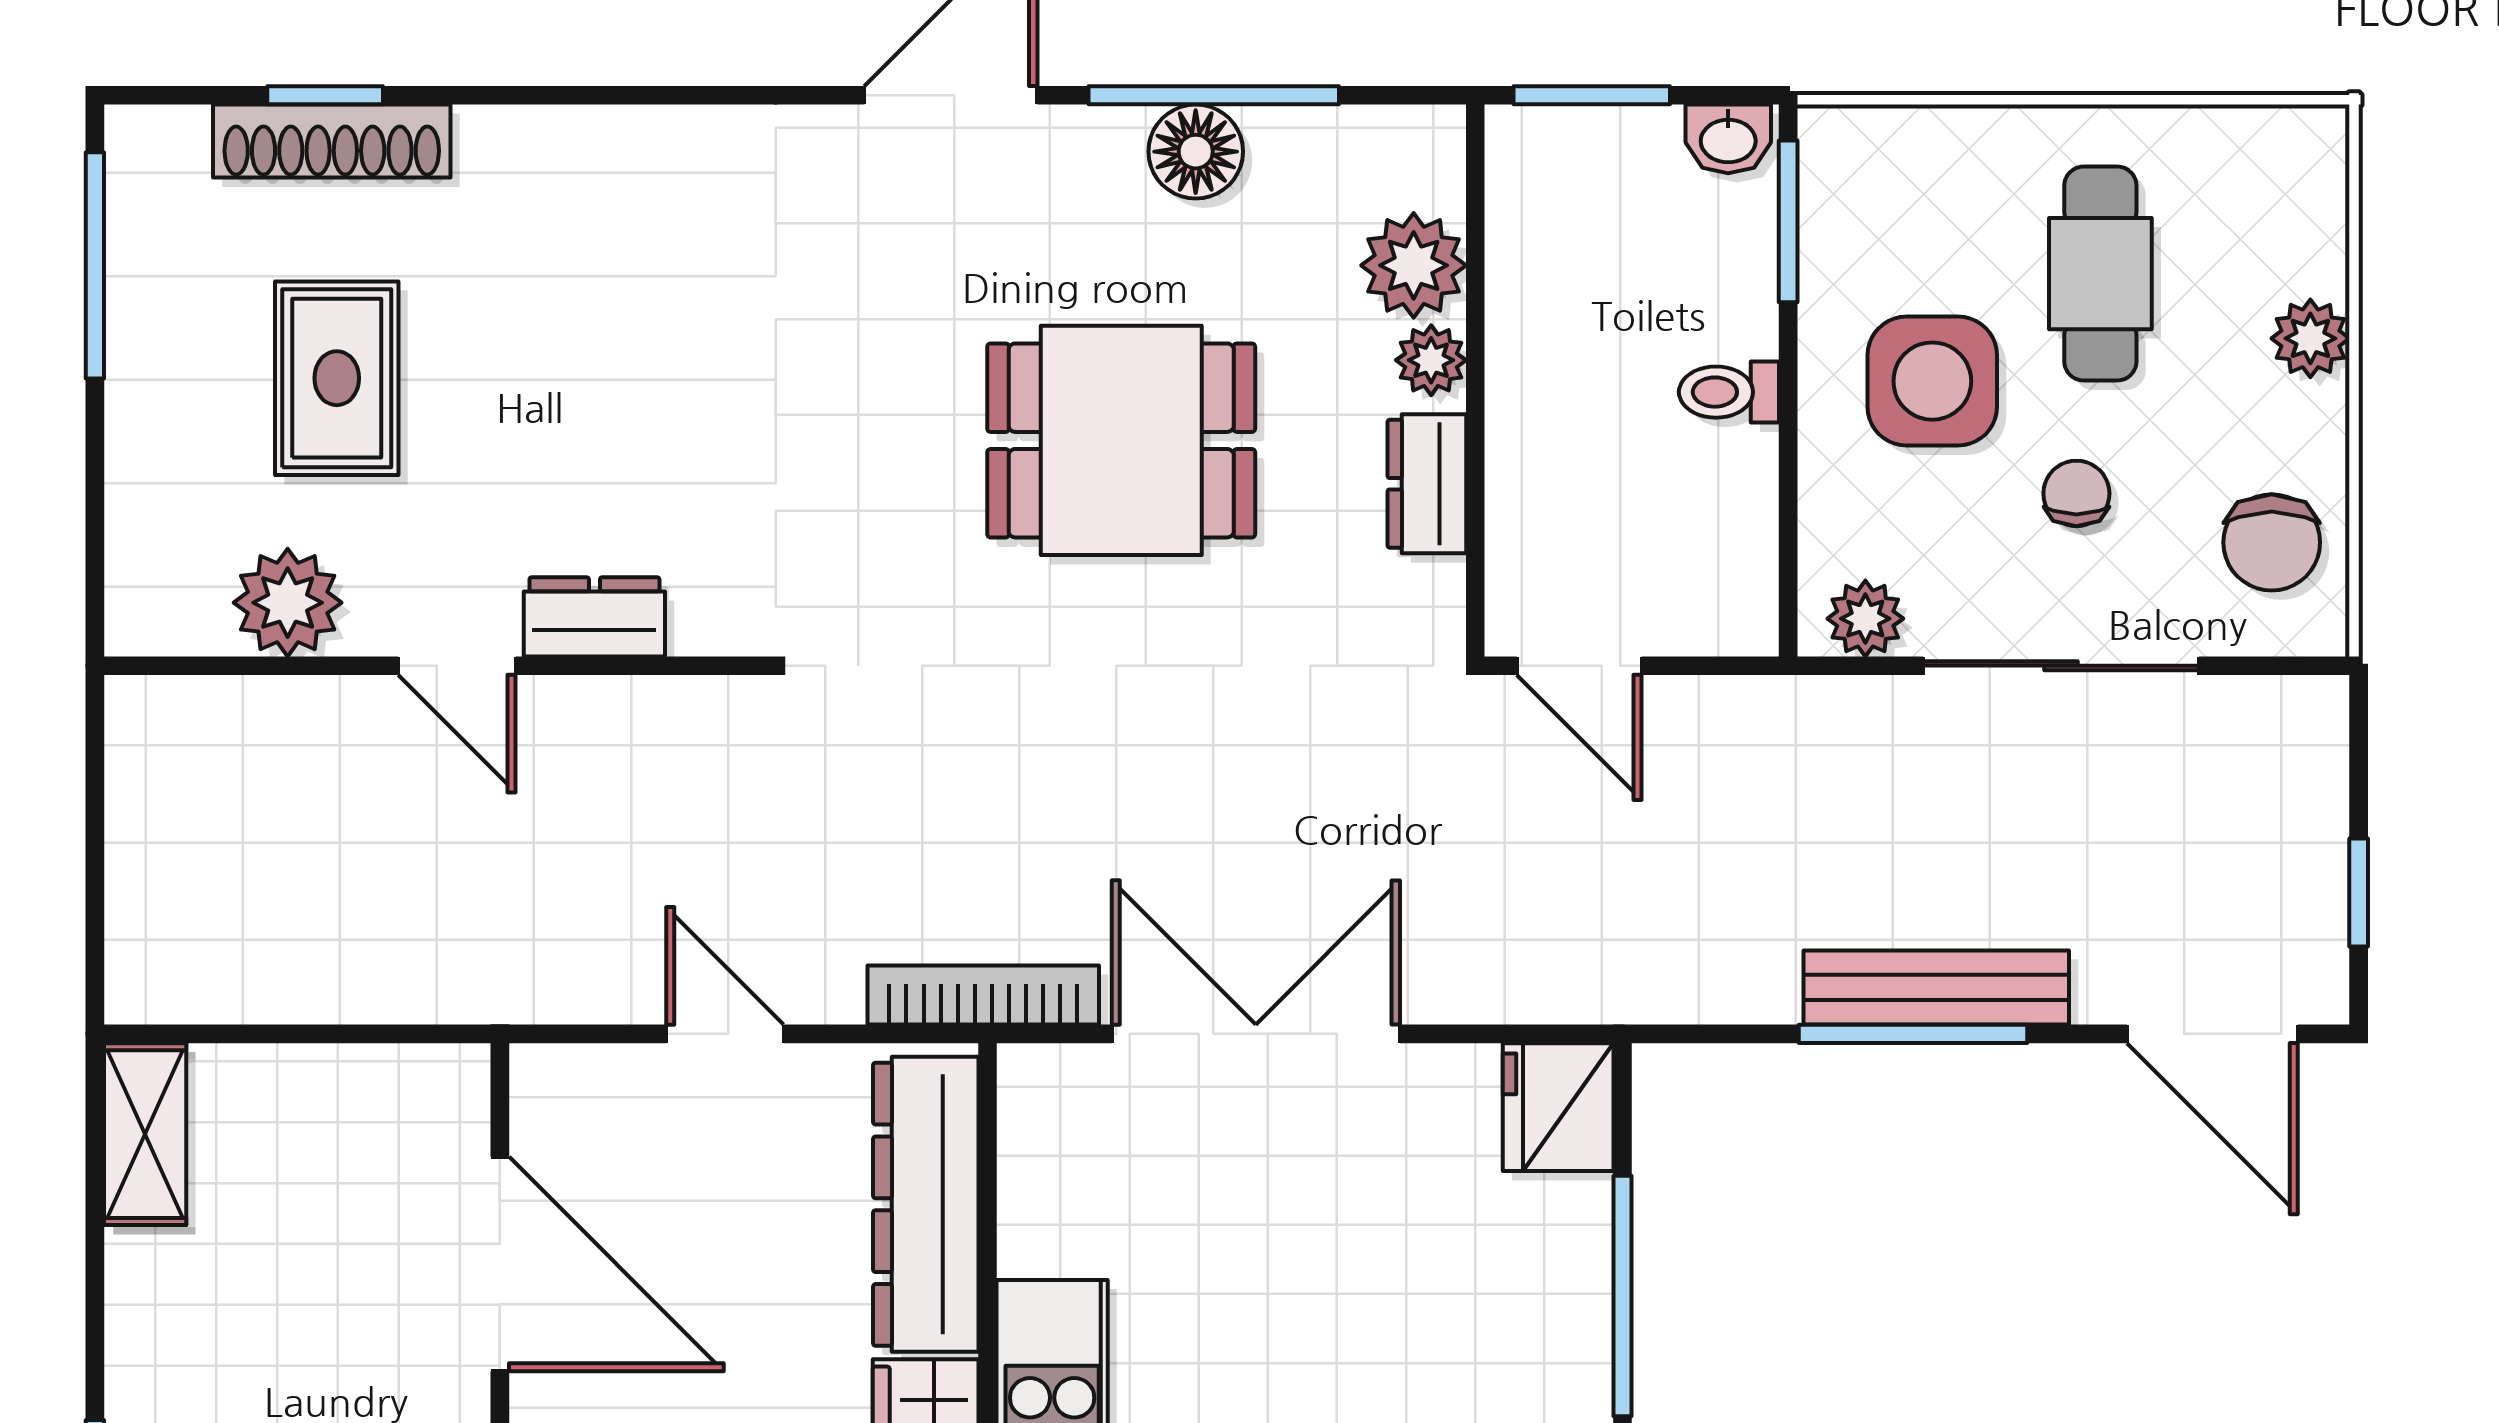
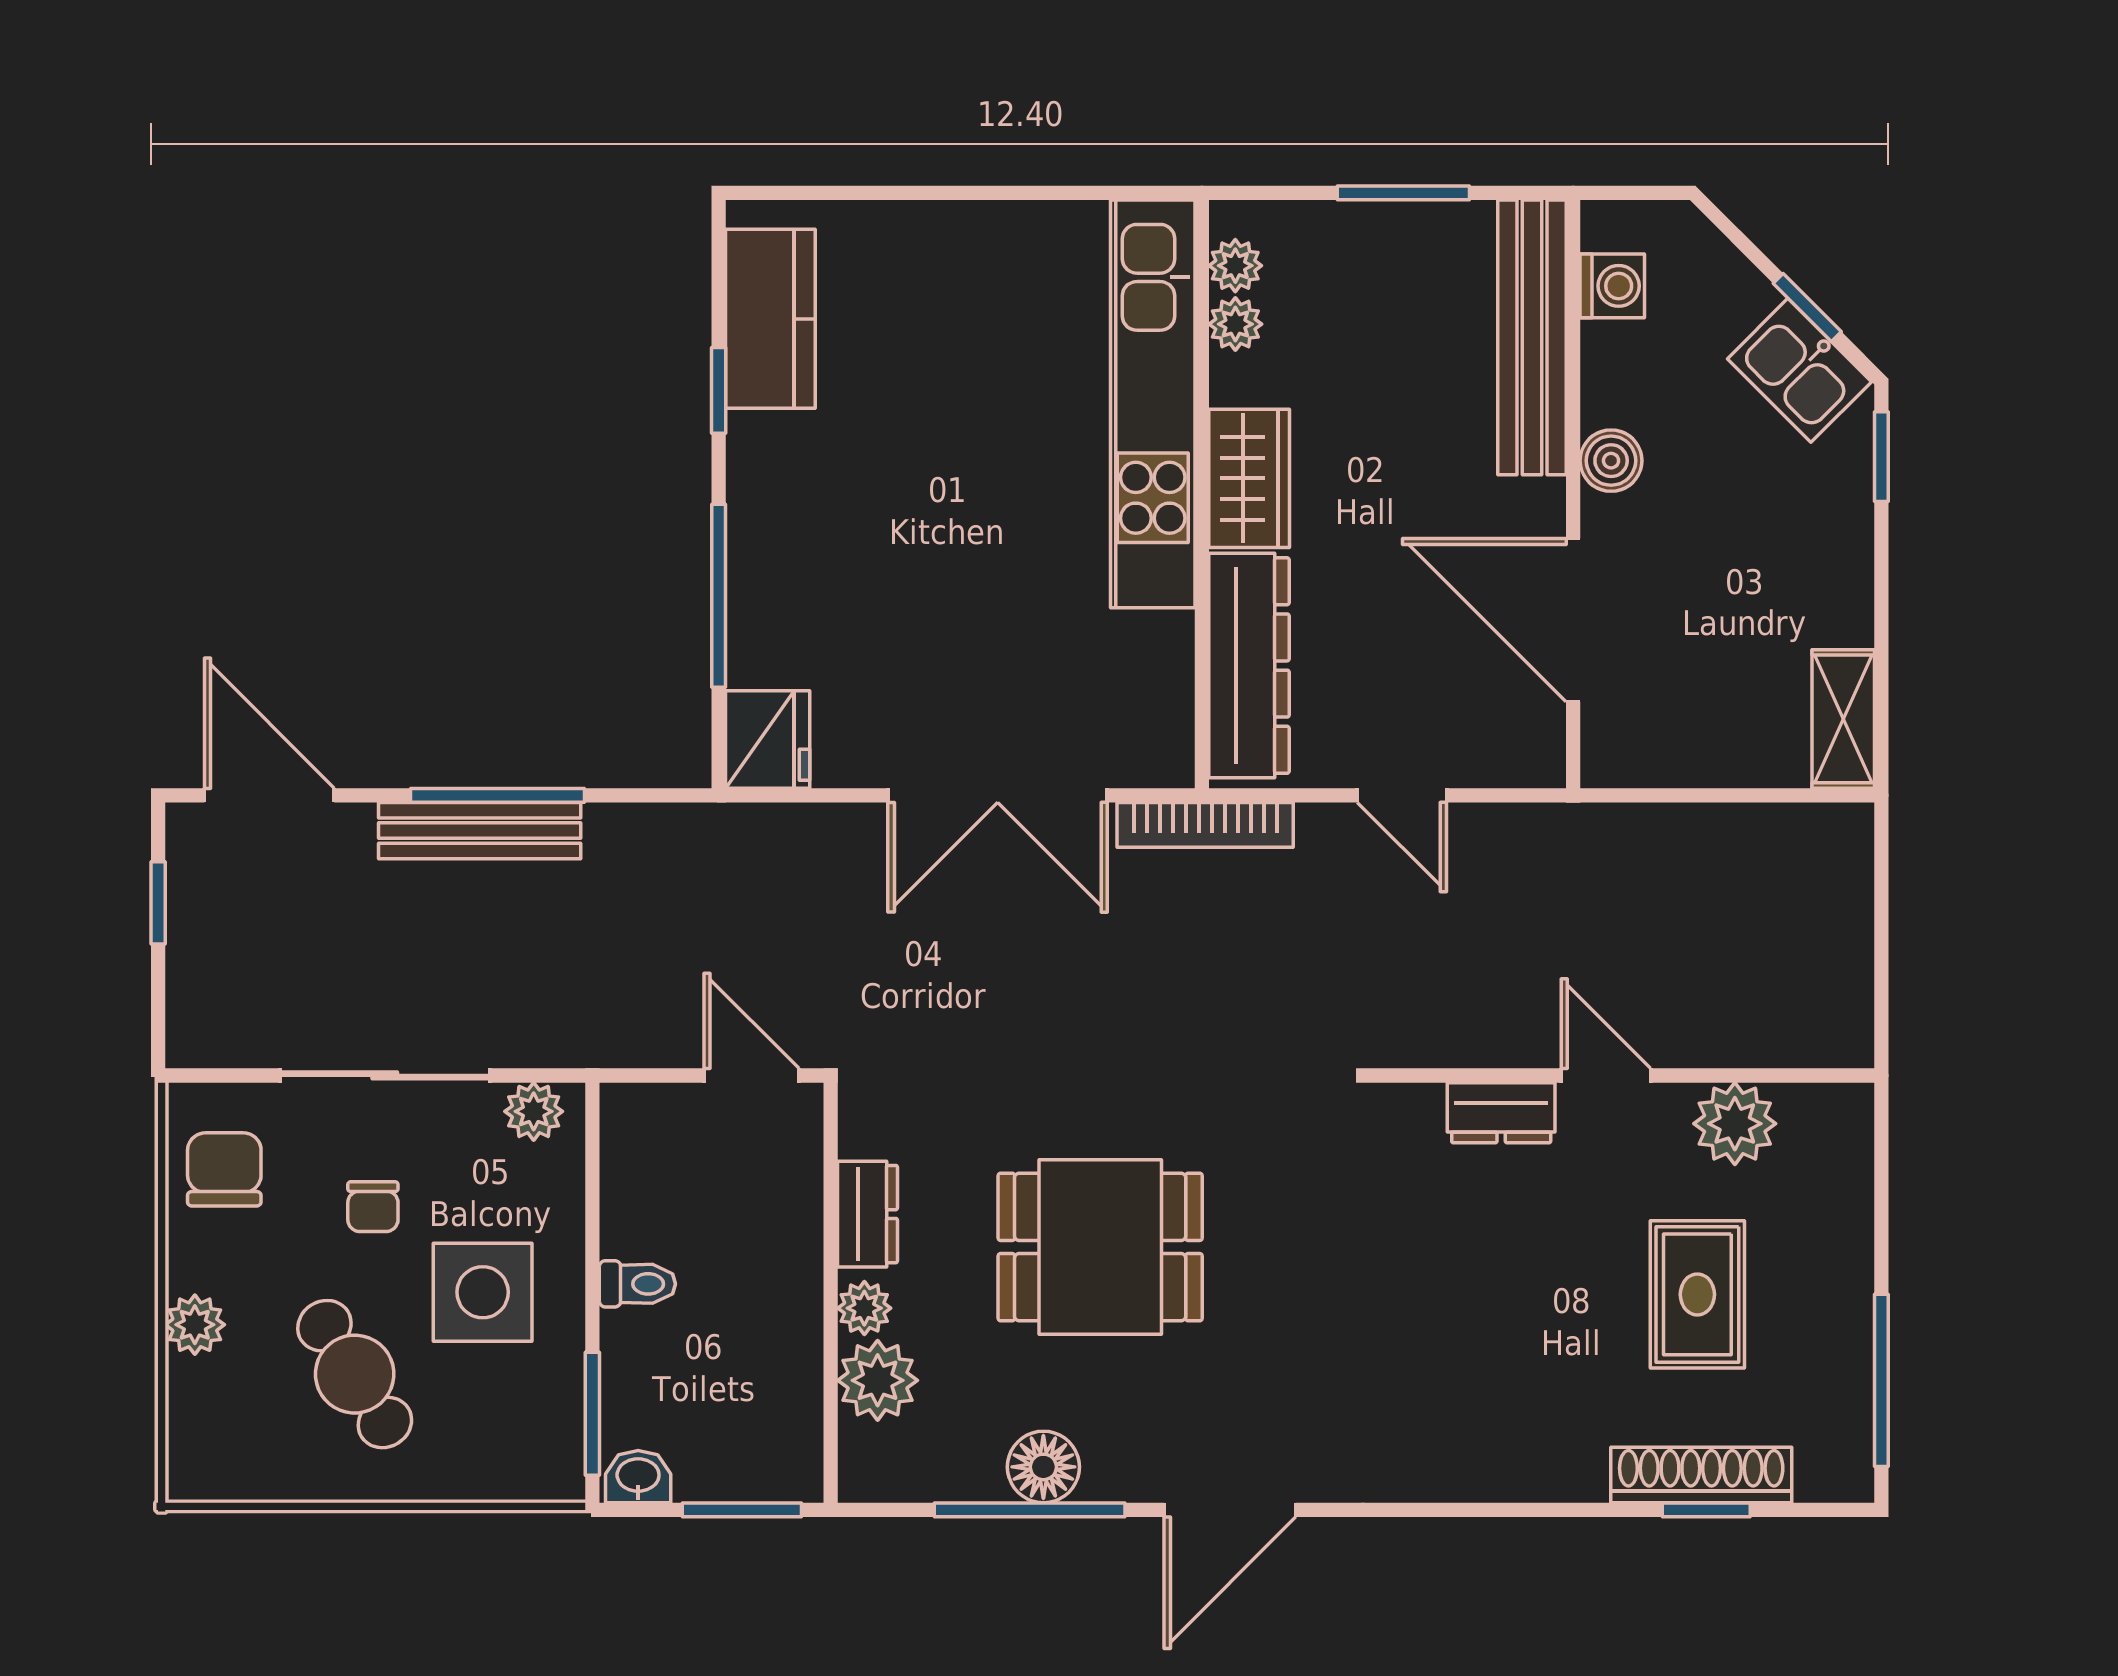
cafe table: (2100, 274) -> (355, 1374), turned -32

